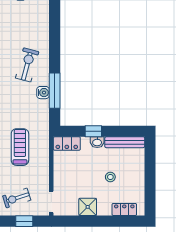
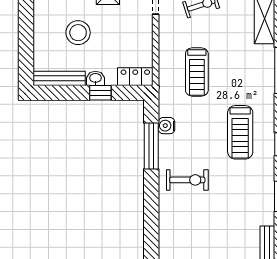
exercise bike: (27, 65) -> (187, 180), turned -105
water cooler: (43, 93) -> (167, 126), moved
stool: (110, 177) -> (78, 33), width x1.89, depth x1.89

